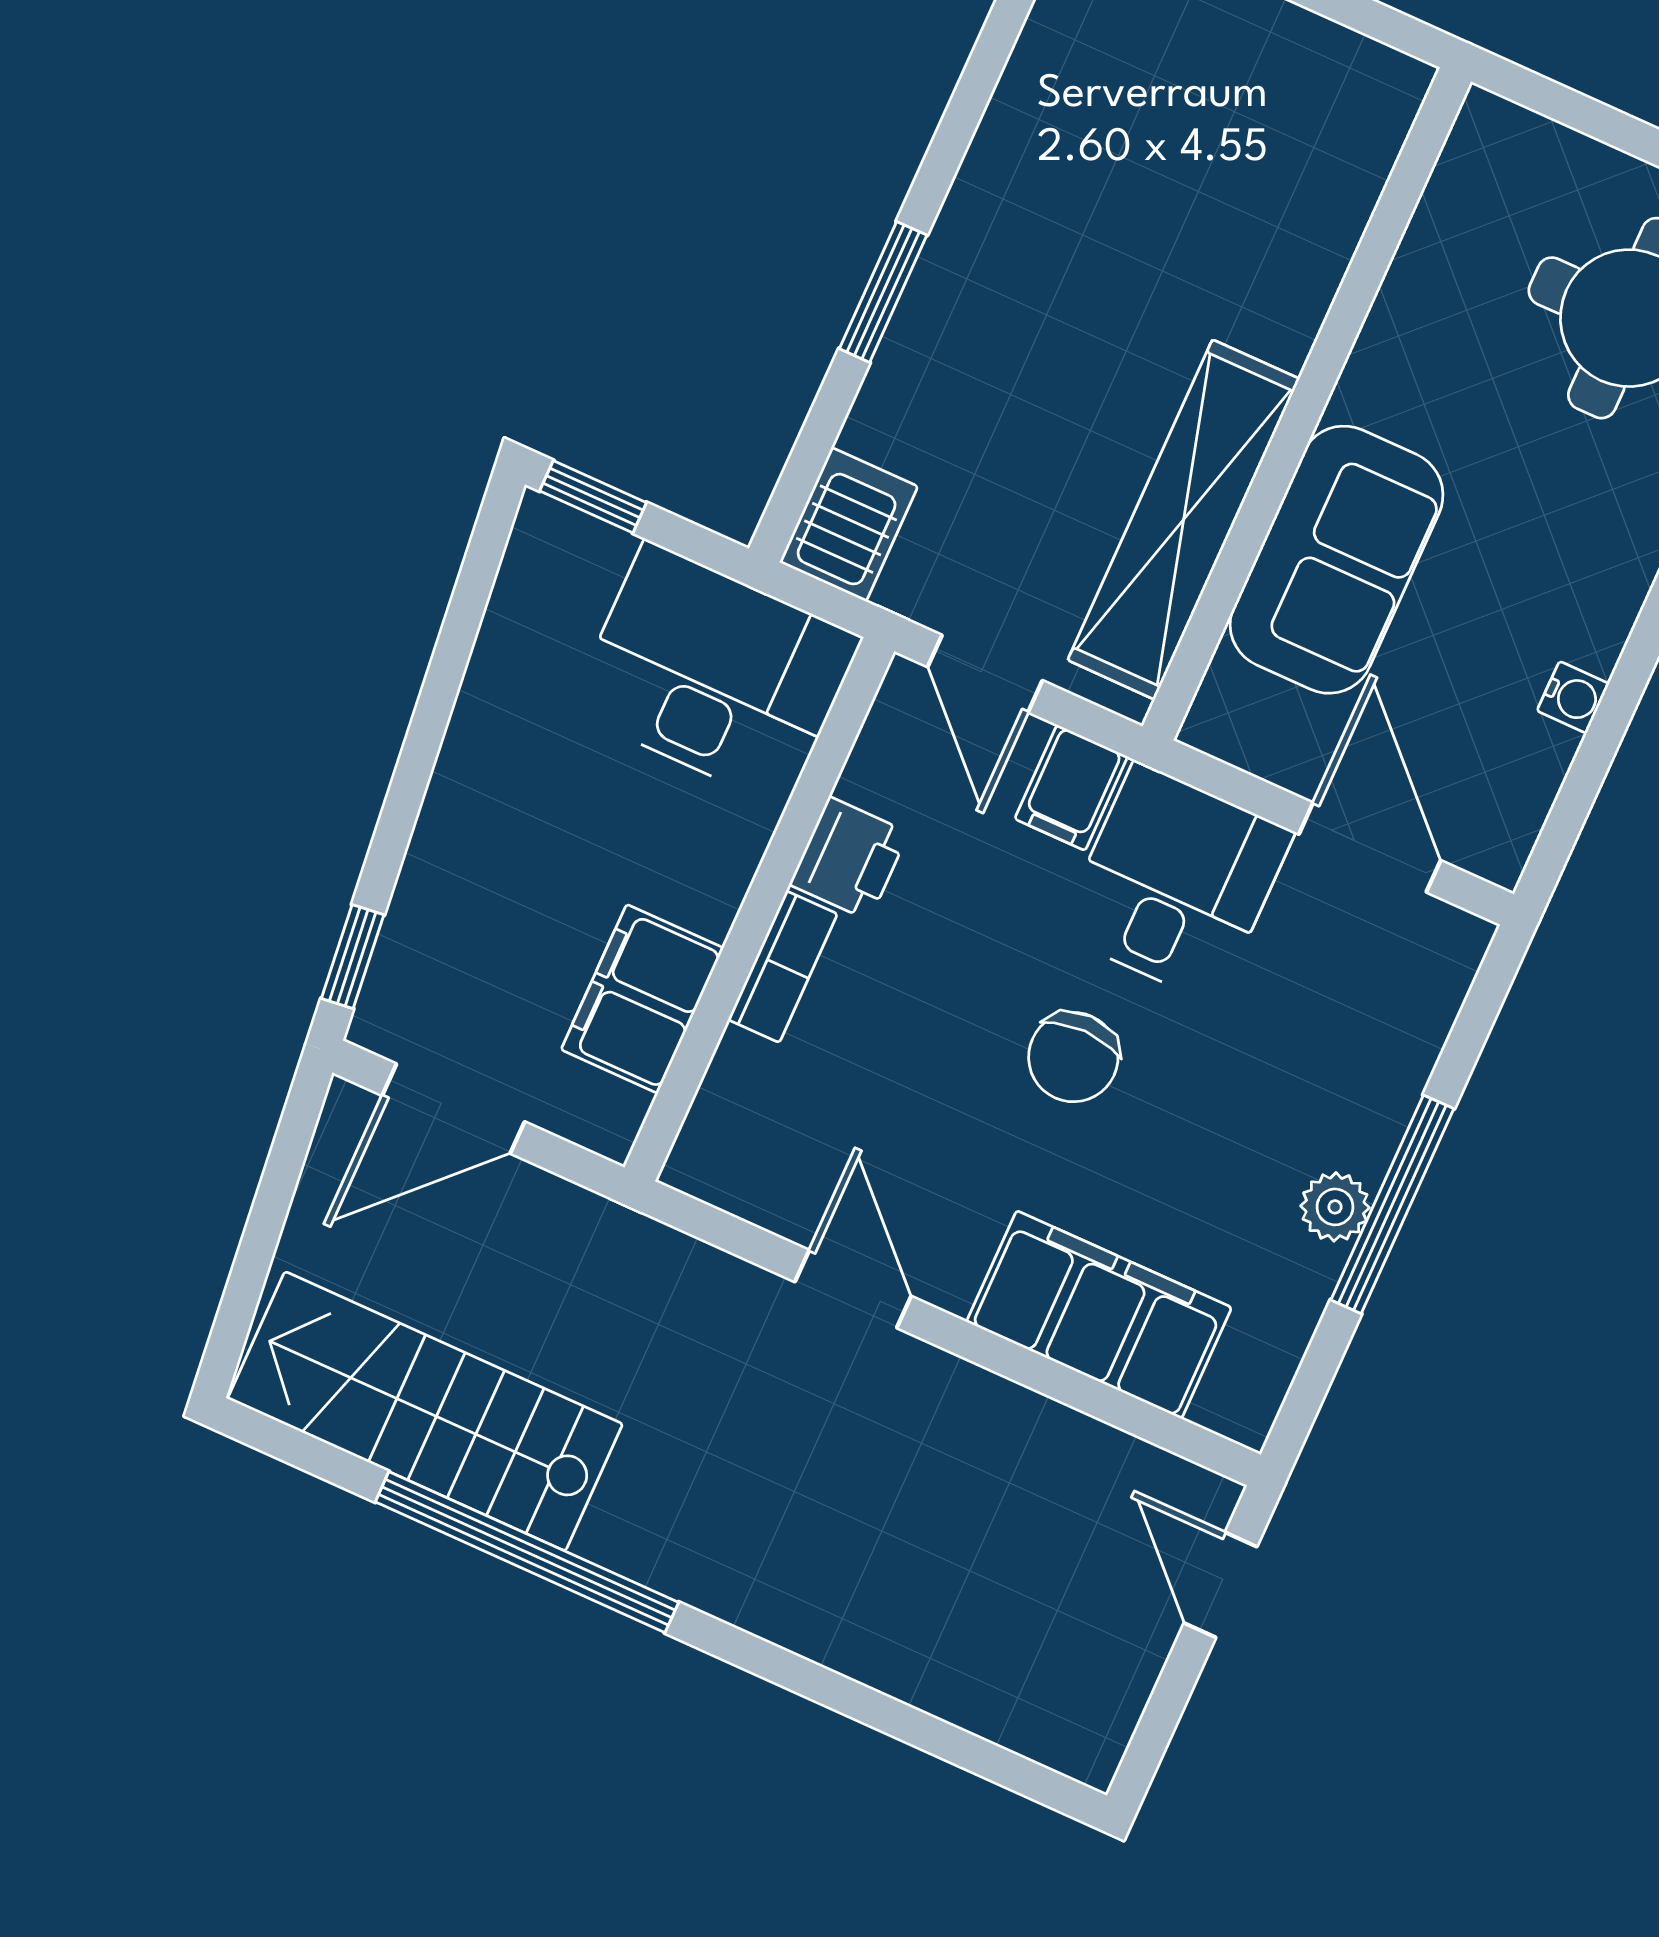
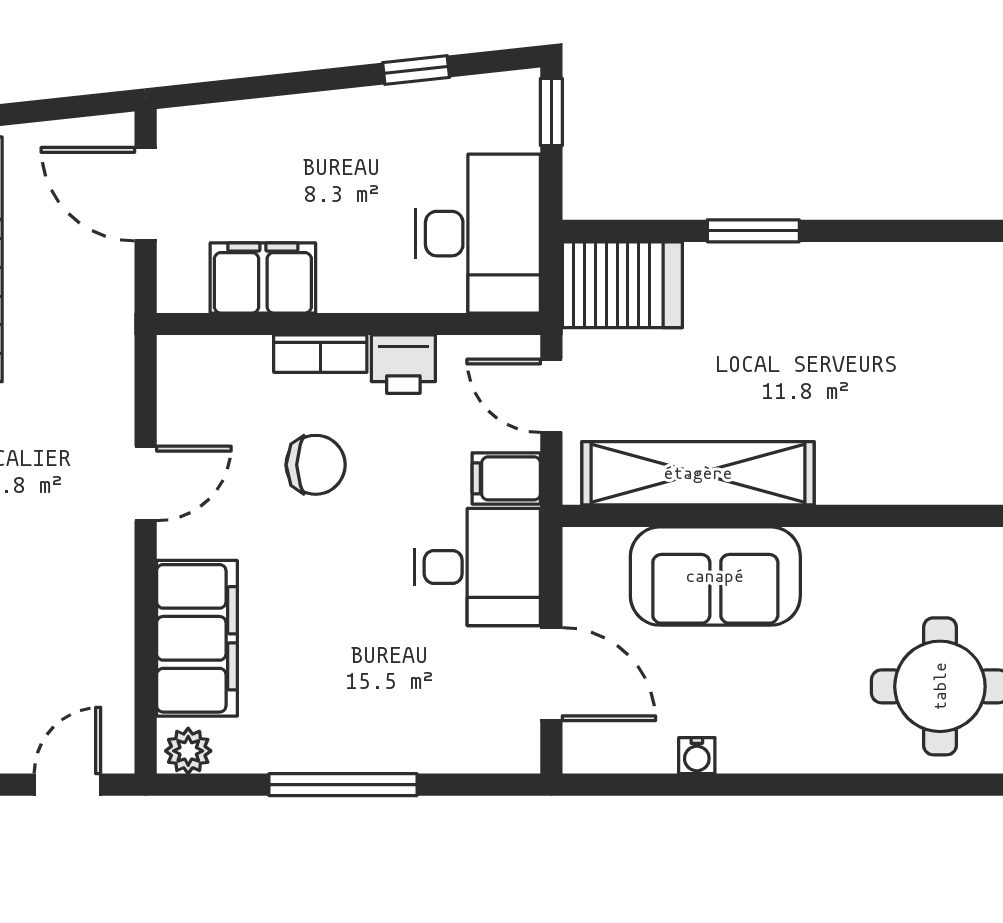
server rack: (849, 524) -> (622, 285), width x1.36, depth x1.44
door: (985, 674) -> (551, 396), hinge flipped
door: (1370, 847) -> (551, 674), hinge flipped
window: (353, 957) -> (416, 70), moved
chair: (1073, 1057) -> (316, 465), moved, turned 180
plant: (1335, 1207) -> (188, 751), moved

